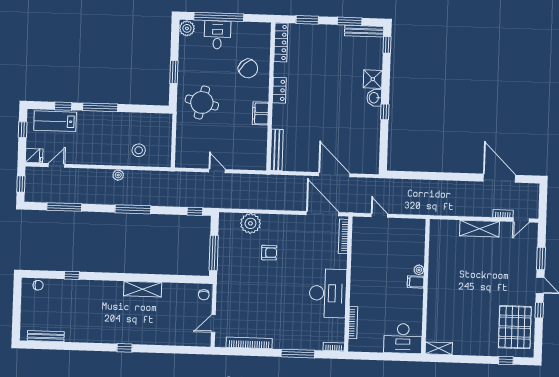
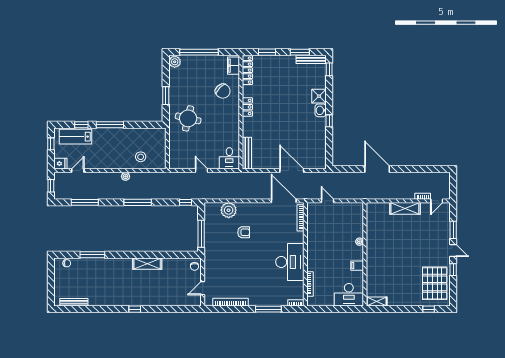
desk: (217, 35) -> (229, 158), moved, turned 180
filing cabinet: (260, 113) -> (233, 66), moved
door: (499, 178) -> (377, 169), moved
window: (72, 275) -> (92, 255), width x2.17
filing cabinet: (416, 282) -> (357, 266), moved

